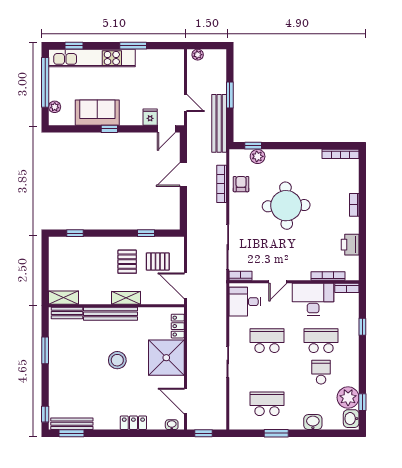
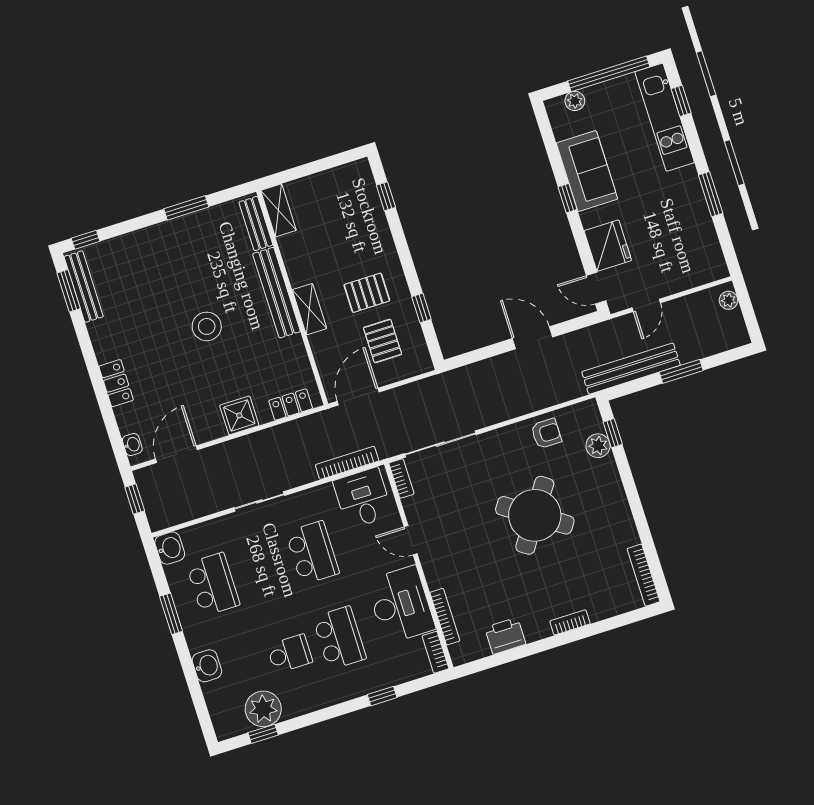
kitchen unit: (92, 58) -> (665, 117), width x0.73
fridge: (150, 117) -> (608, 246), width x1.88, depth x1.34
bookcase: (222, 184) -> (347, 463), moved
round table: (286, 206) -> (535, 515), turned 36
shower: (166, 358) -> (239, 415), width x0.54, depth x0.54
washbasin: (351, 419) -> (170, 548), moved, turned 90

